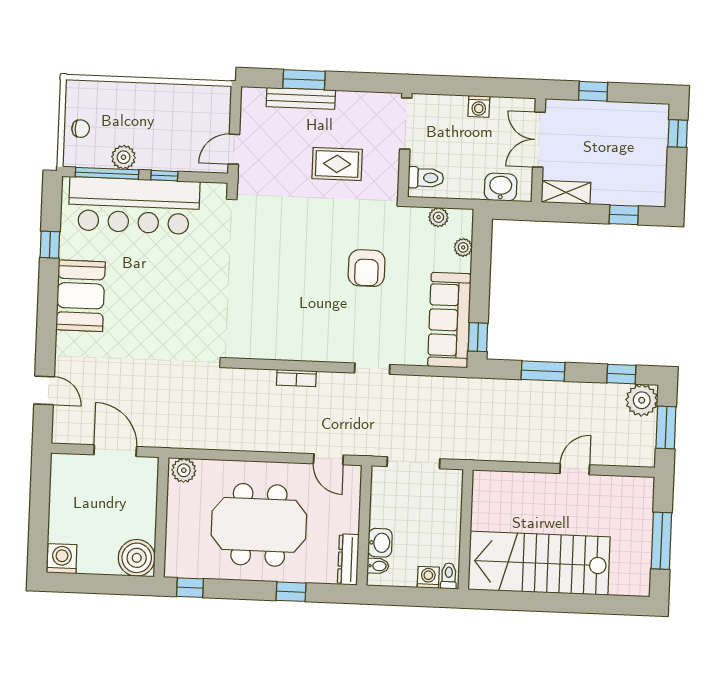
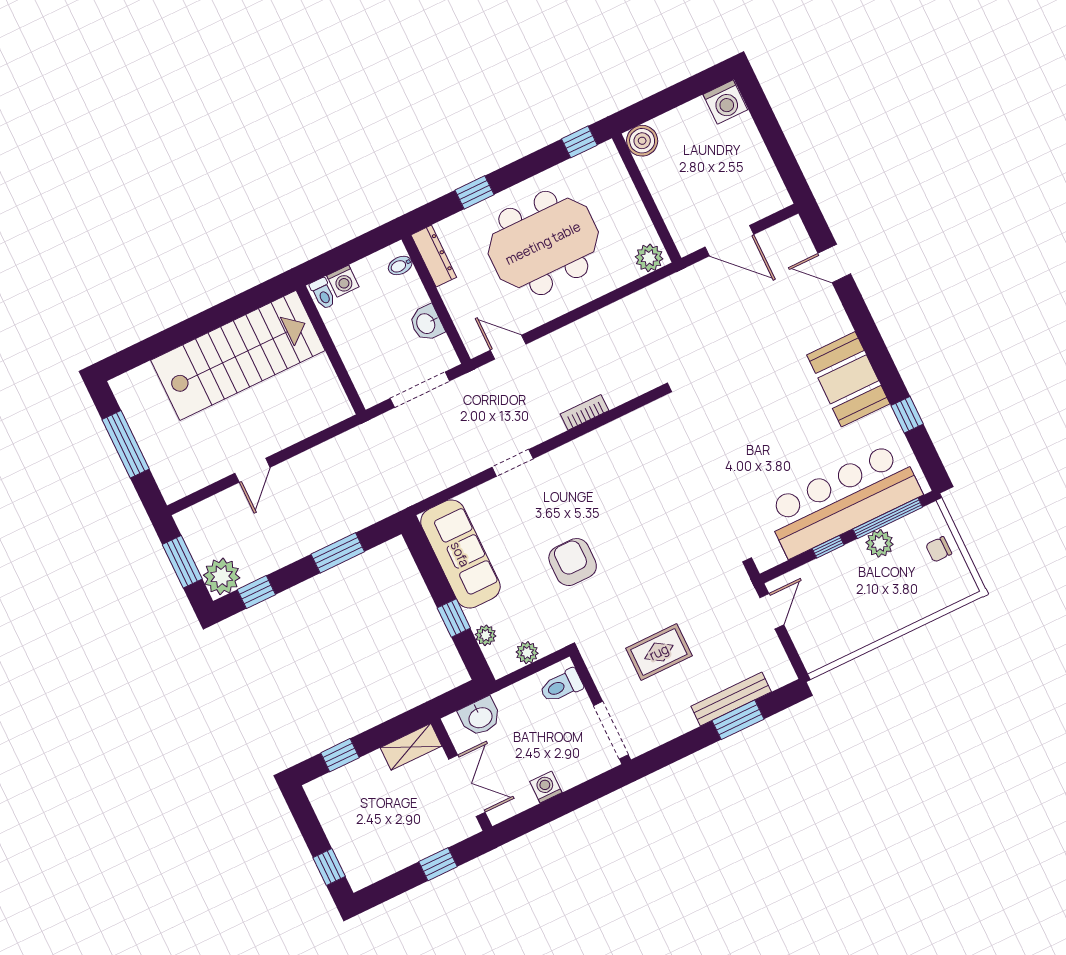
window: (478, 337) -> (454, 618), moved
washbasin: (380, 543) -> (426, 323), moved
boiler: (137, 558) -> (642, 141), width x0.73, depth x0.73

